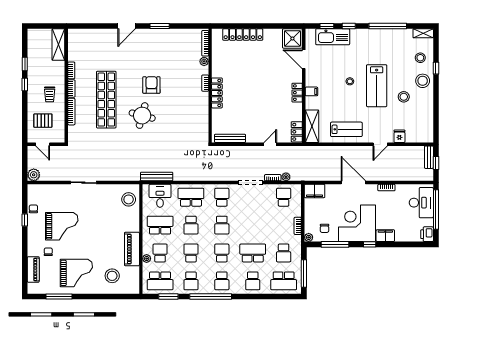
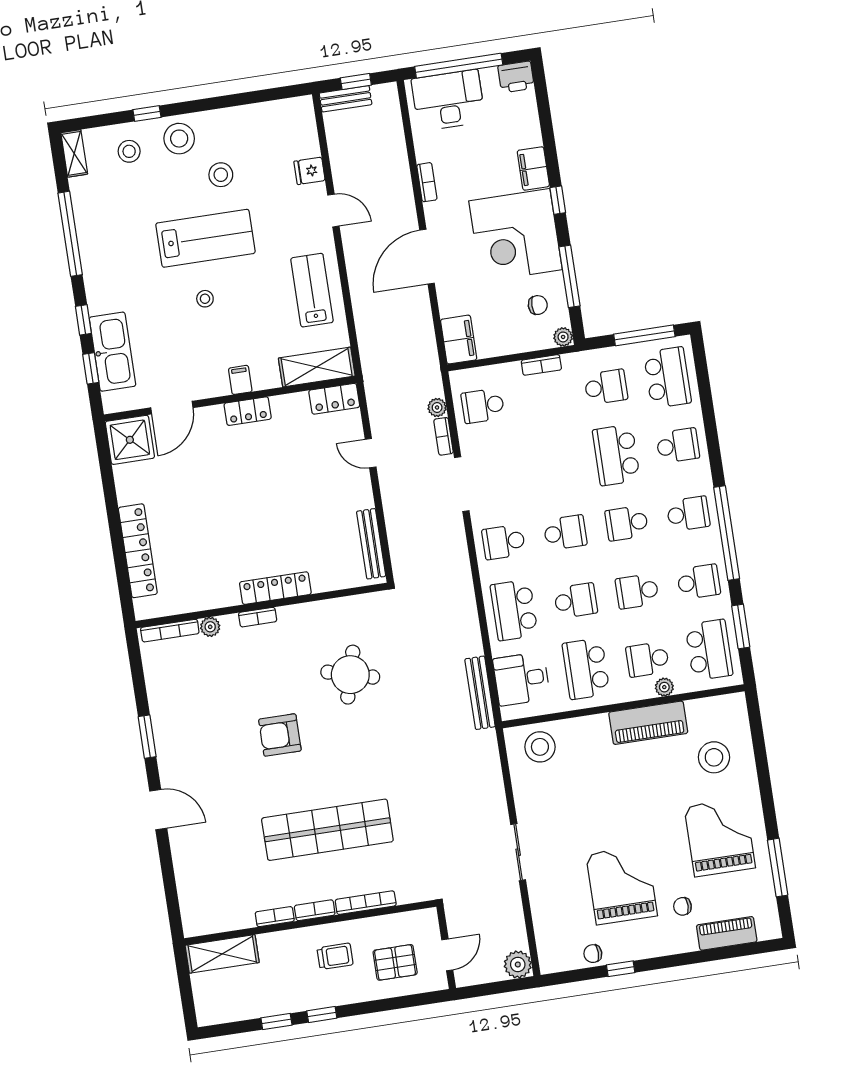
round table: (142, 116) -> (350, 675), moved
pallet: (43, 121) -> (395, 962), turned 90

